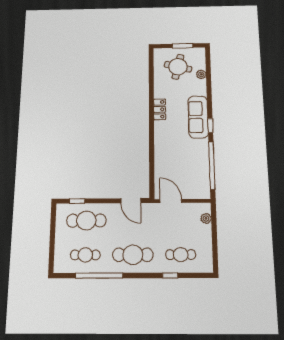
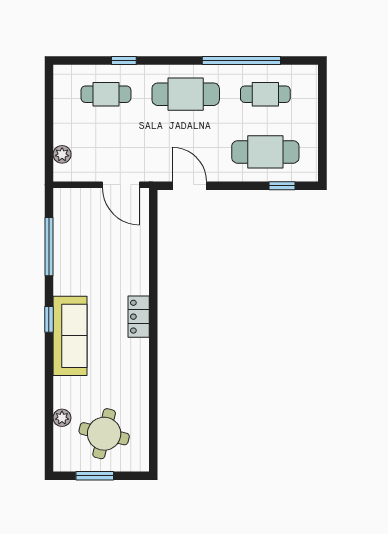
locker: (160, 109) -> (139, 317), moved
window: (212, 165) -> (49, 247), width x0.68

